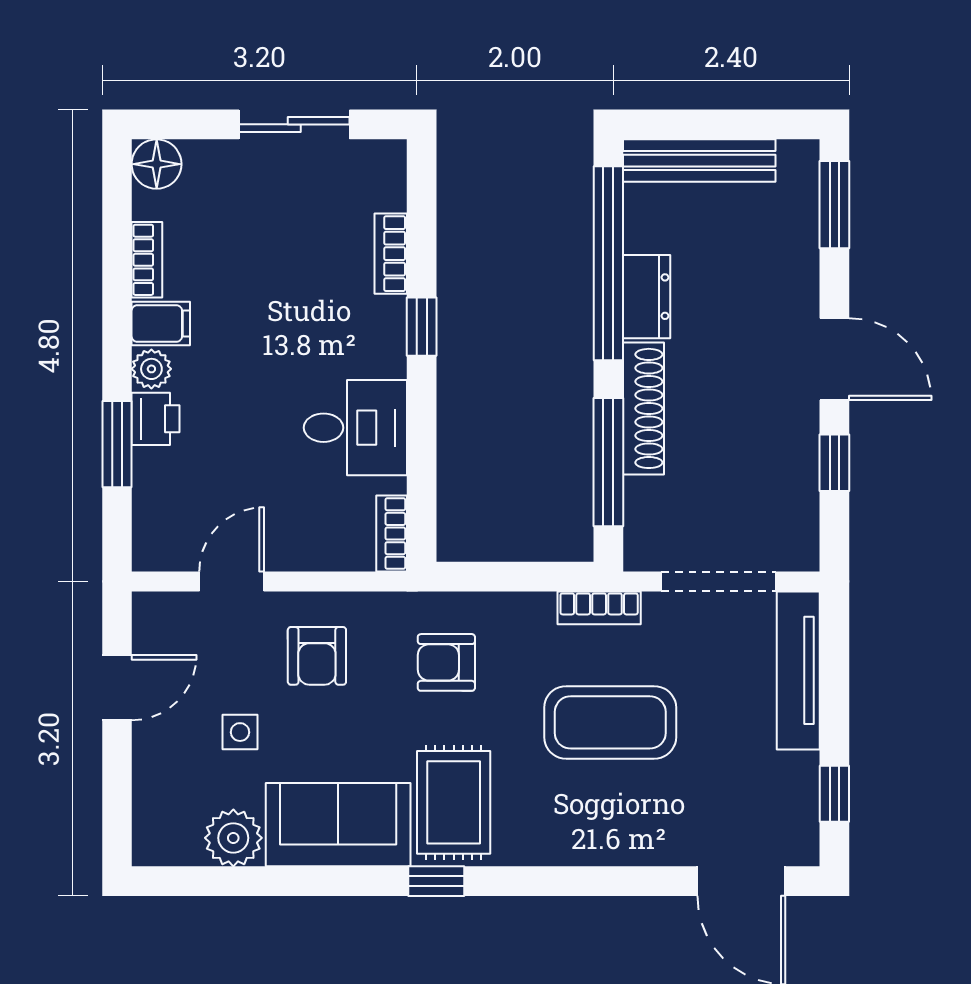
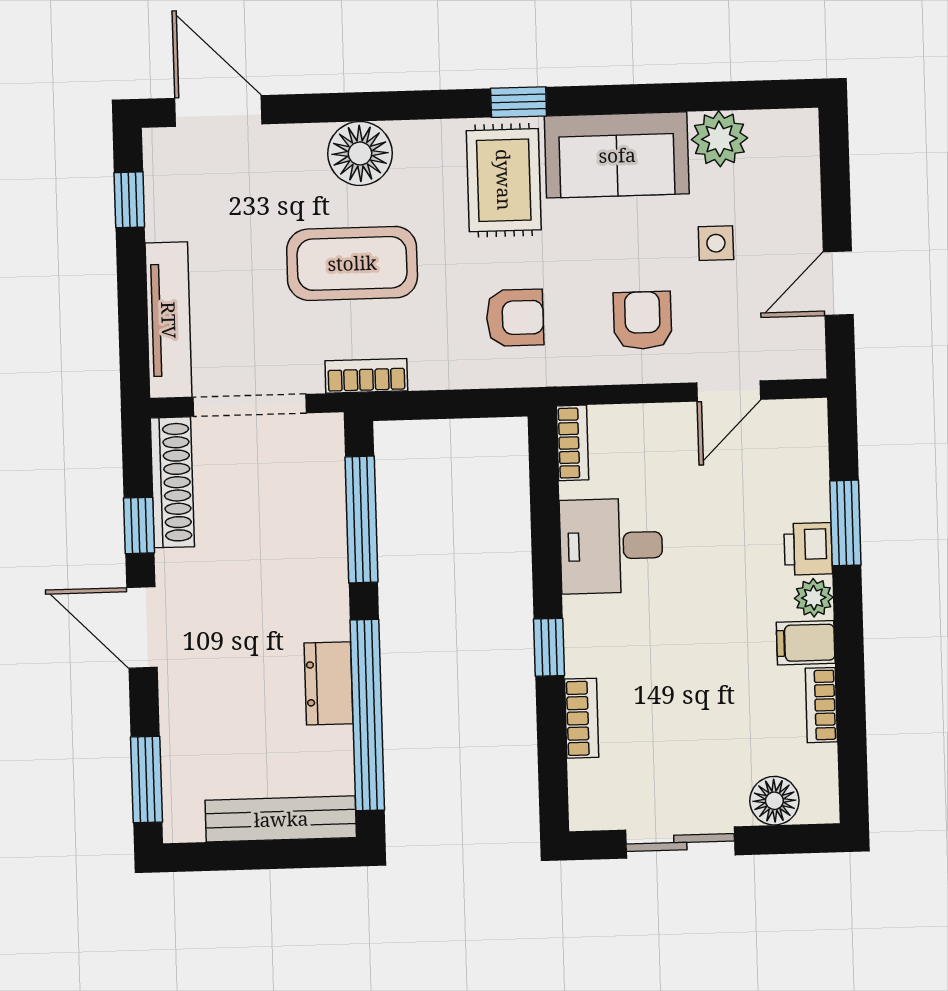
floor lamp: (157, 164) -> (774, 801), moved
shoe rack: (644, 408) -> (172, 482), moved, turned 180
floor lamp: (599, 834) -> (360, 153), added

